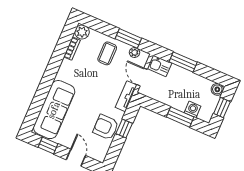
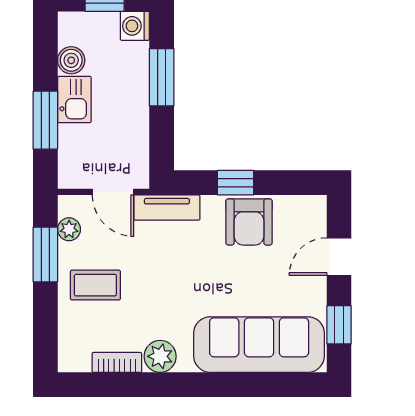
plant: (82, 32) -> (160, 356), moved
kitchen sink: (159, 66) -> (74, 100), moved
door: (142, 77) -> (113, 192), hinge flipped
boiler: (217, 89) -> (71, 60), moved
washing machine: (192, 109) -> (135, 26), moved

